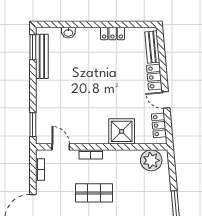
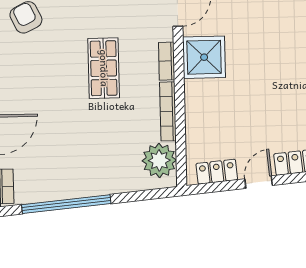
shower: (122, 131) -> (204, 57), moved
bookcase: (121, 154) -> (168, 111), added

